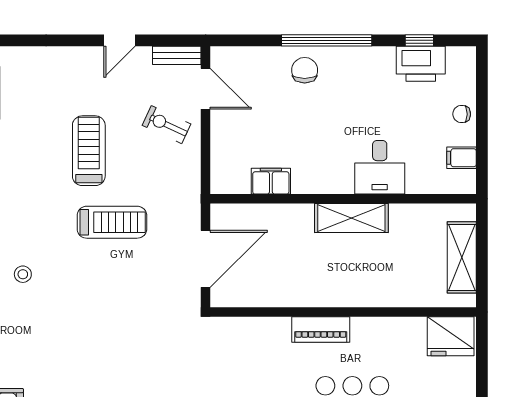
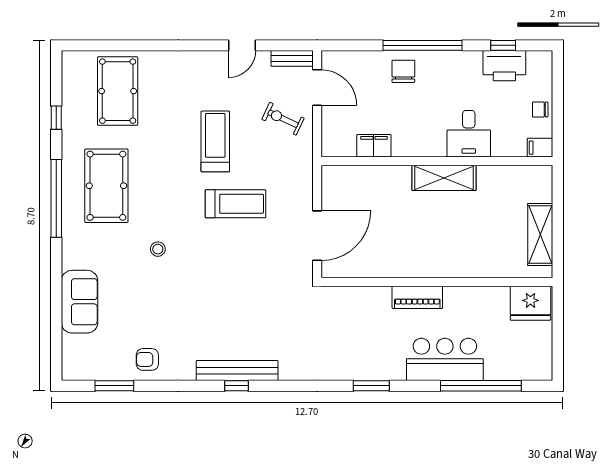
desk: (380, 167) -> (469, 134), moved
filing cabinet: (271, 181) -> (374, 146), moved
wall: (343, 199) -> (437, 161), moved
shelving: (351, 218) -> (444, 178), moved

